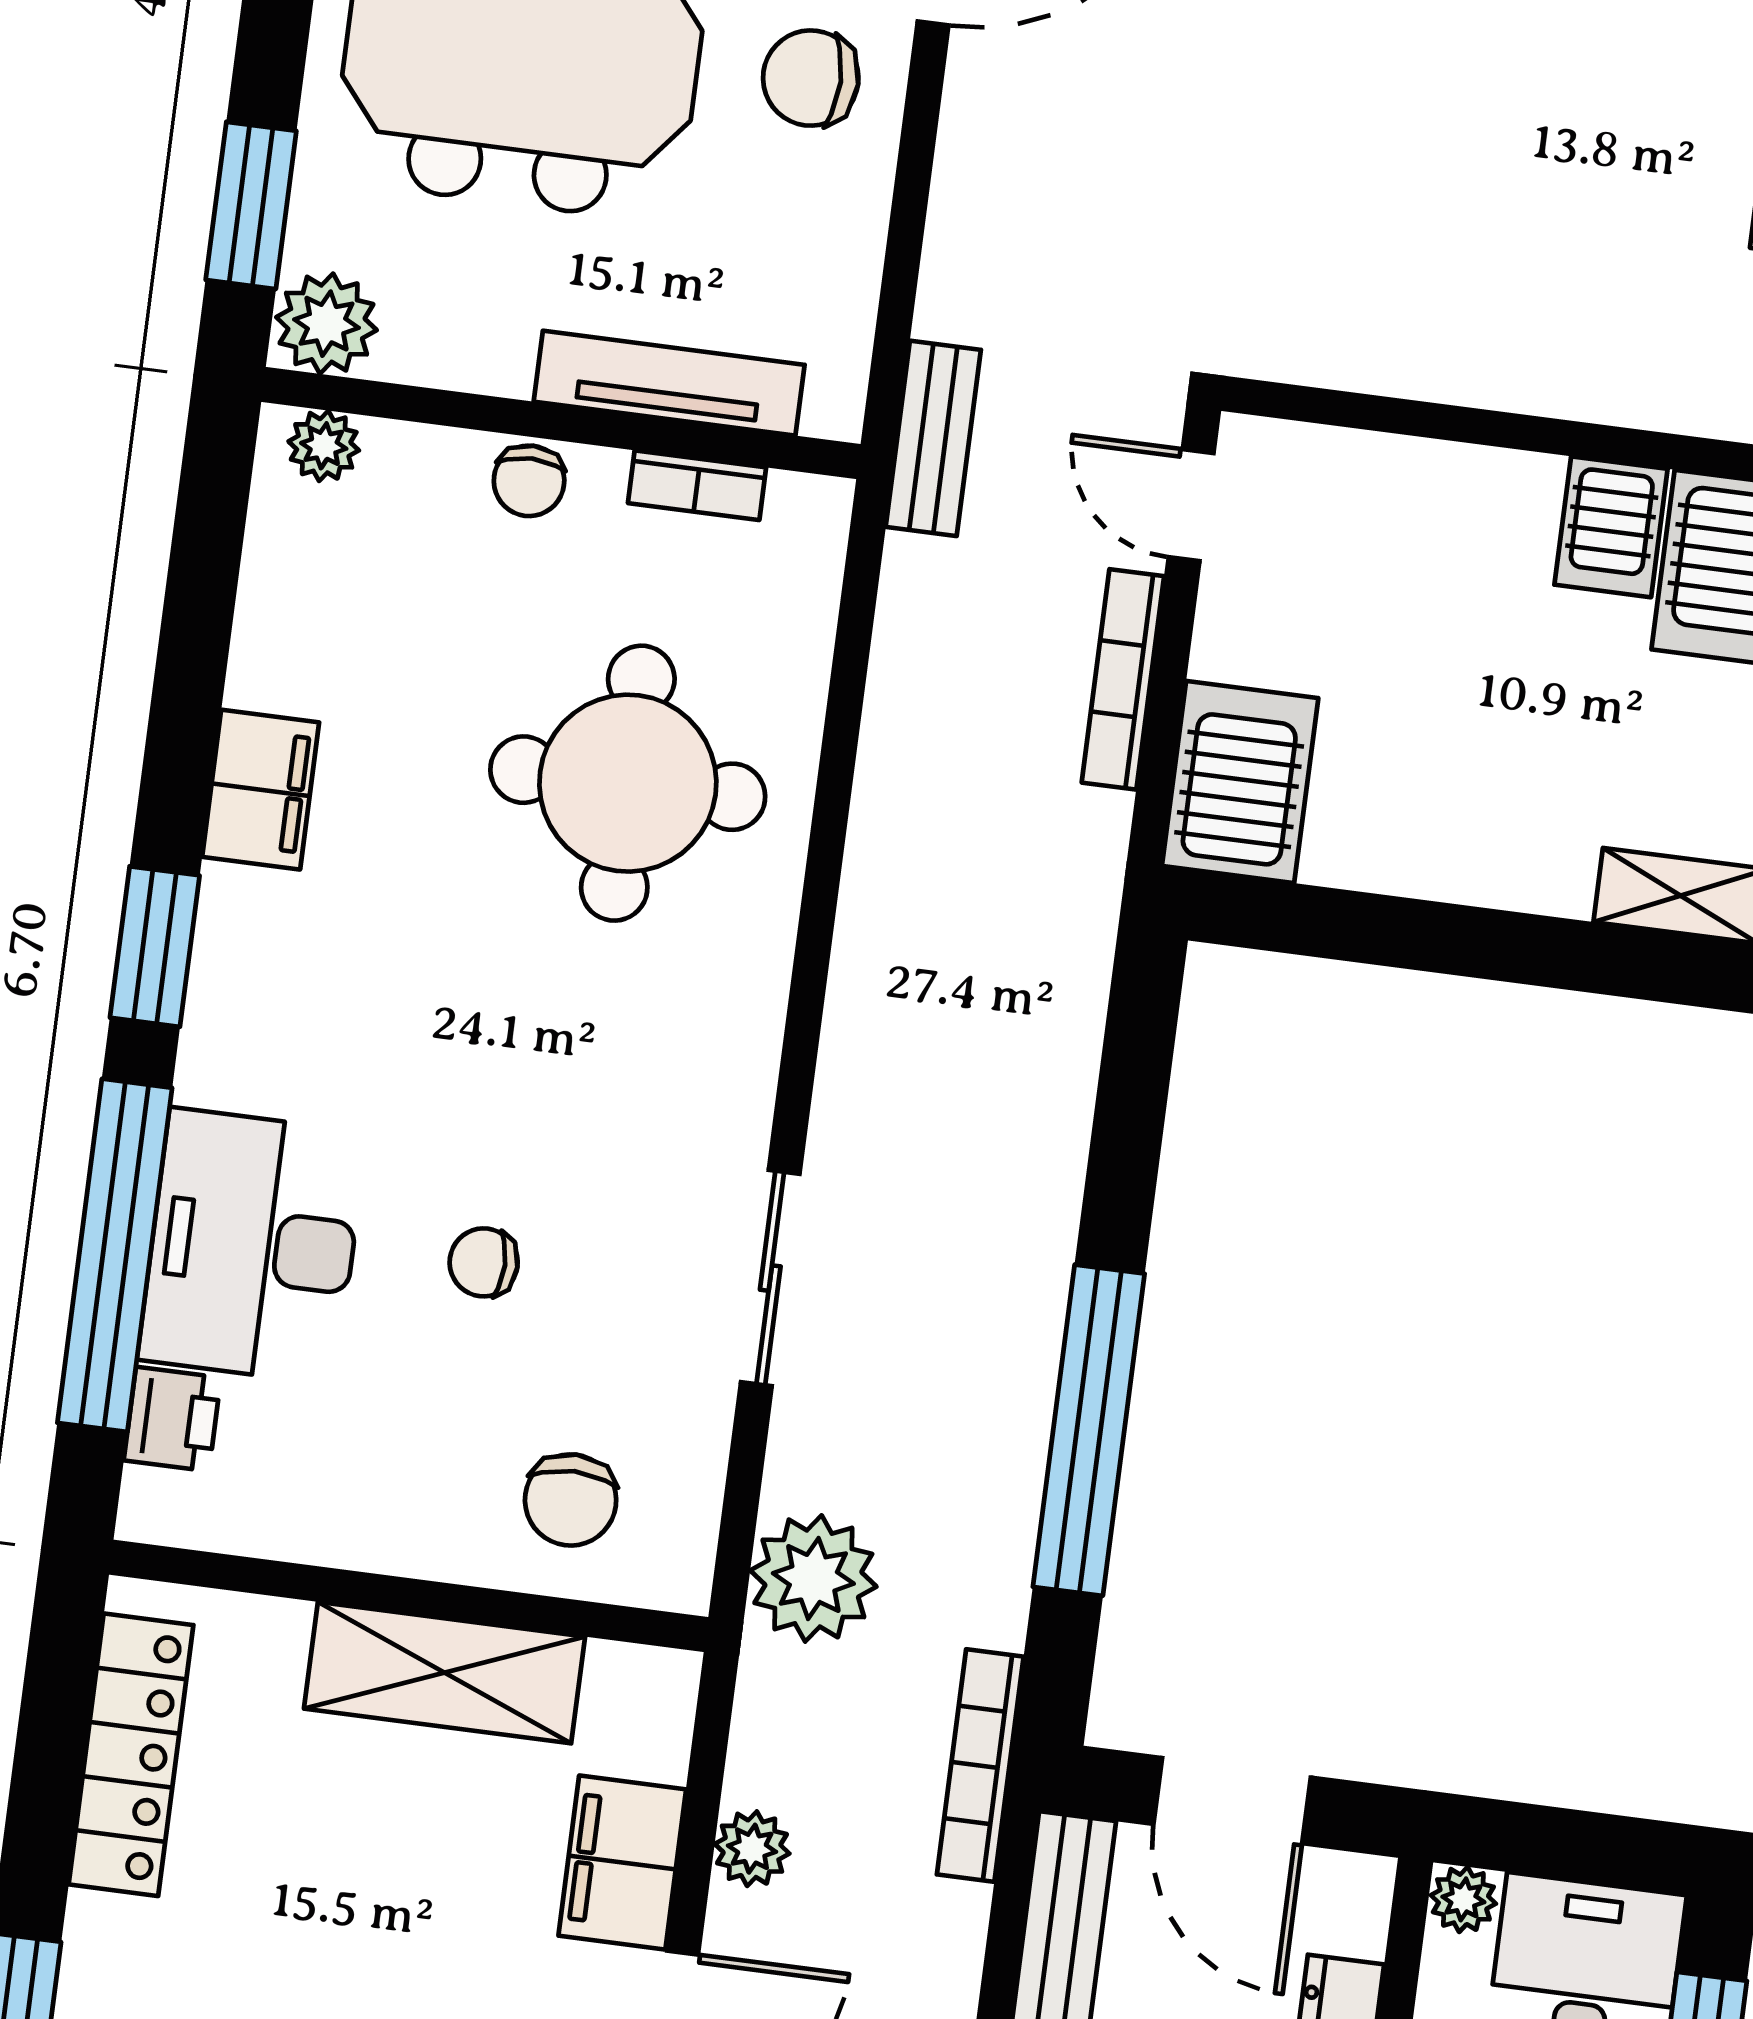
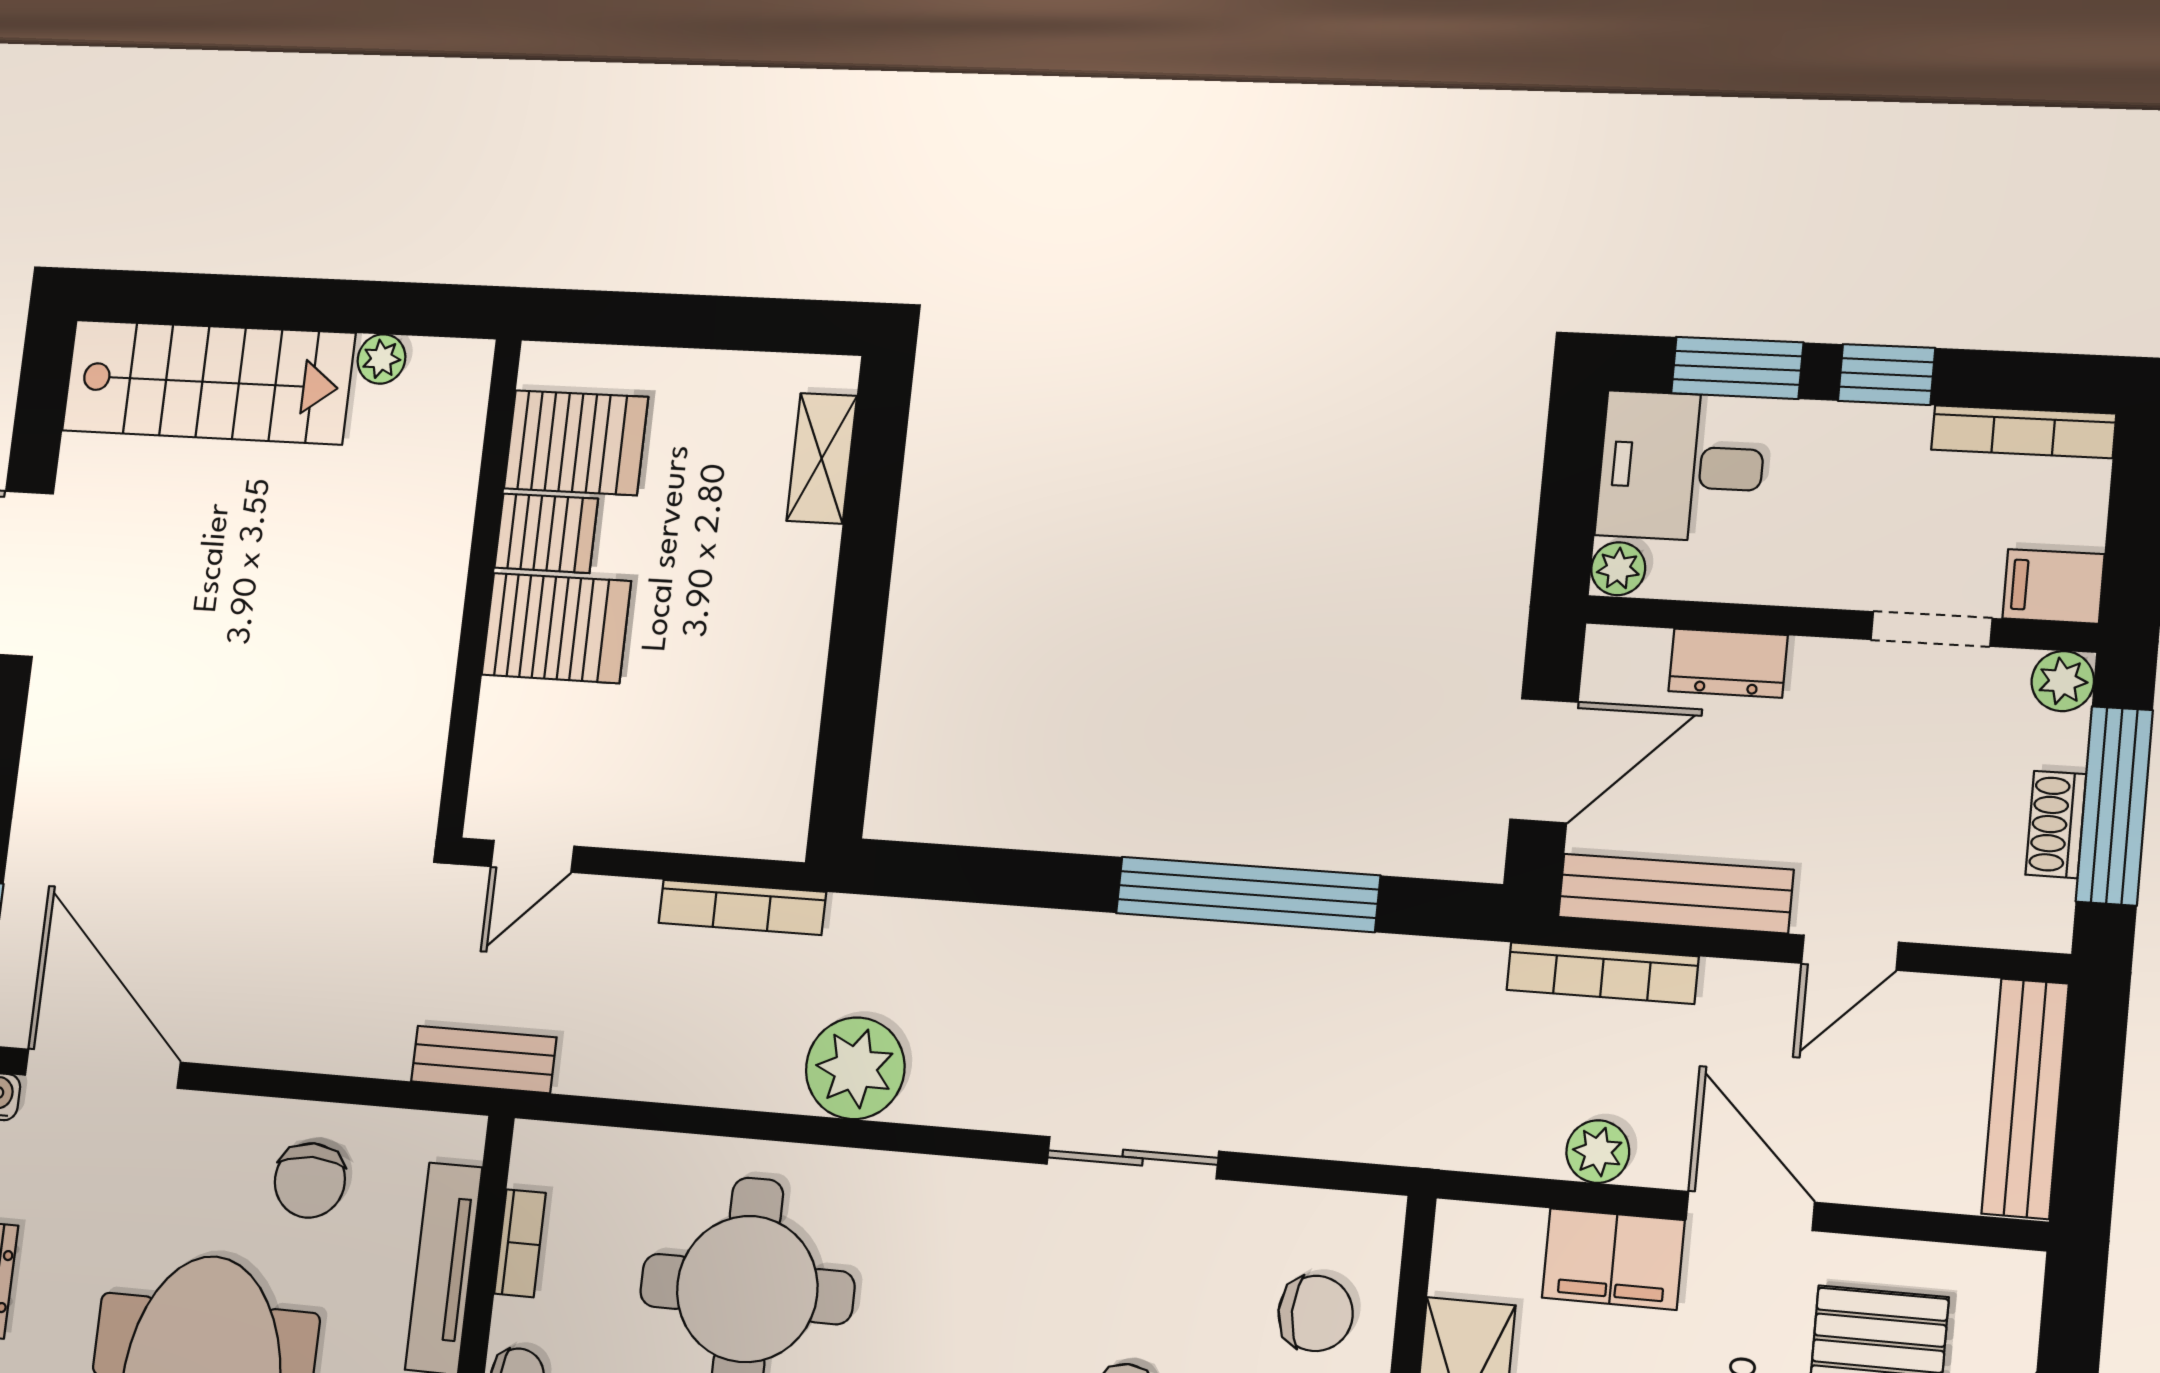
chair: (811, 78) -> (310, 1180), moved
bookcase: (1123, 679) -> (742, 907), moved
server rack: (1240, 782) -> (556, 628), moved, turned 180
plant: (813, 1578) -> (855, 1068), moved
bookcase: (980, 1766) -> (1602, 973), moved

